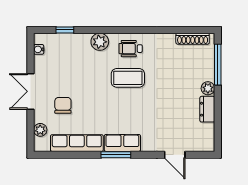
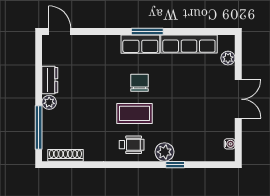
window: (65, 30) -> (175, 165), moved
chair: (63, 105) -> (140, 83), moved, turned 180
door: (175, 155) -> (60, 32), moved

